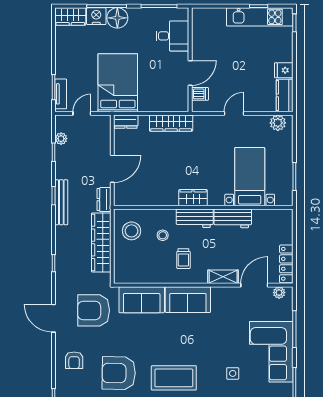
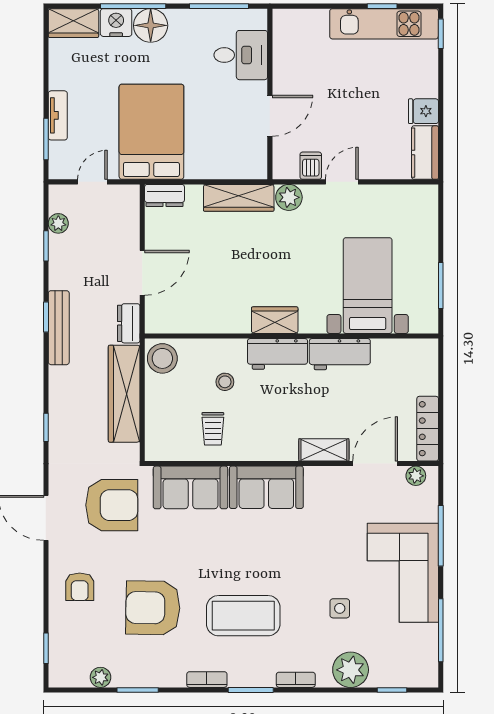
tv unit: (61, 94) -> (58, 115), moved
dishwasher: (200, 94) -> (311, 166), moved, turned -90
plant: (278, 123) -> (289, 197), moved
stool: (132, 231) -> (162, 358), moved
trolley: (183, 259) -> (213, 429), moved
armchair: (94, 310) -> (112, 505), turned 180

